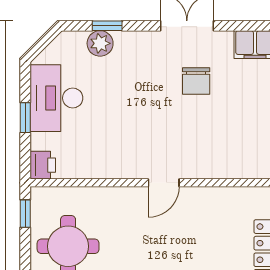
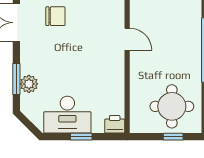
window: (107, 26) -> (16, 79), width x1.50
window: (25, 214) -> (173, 137), moved

